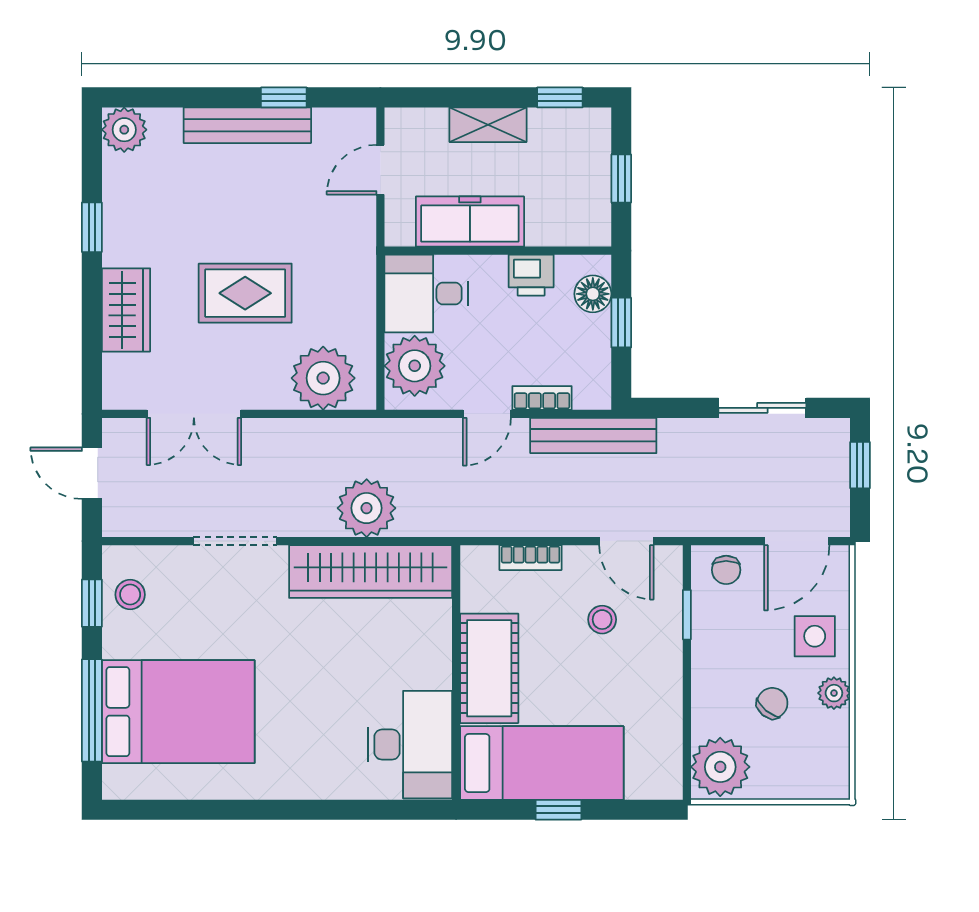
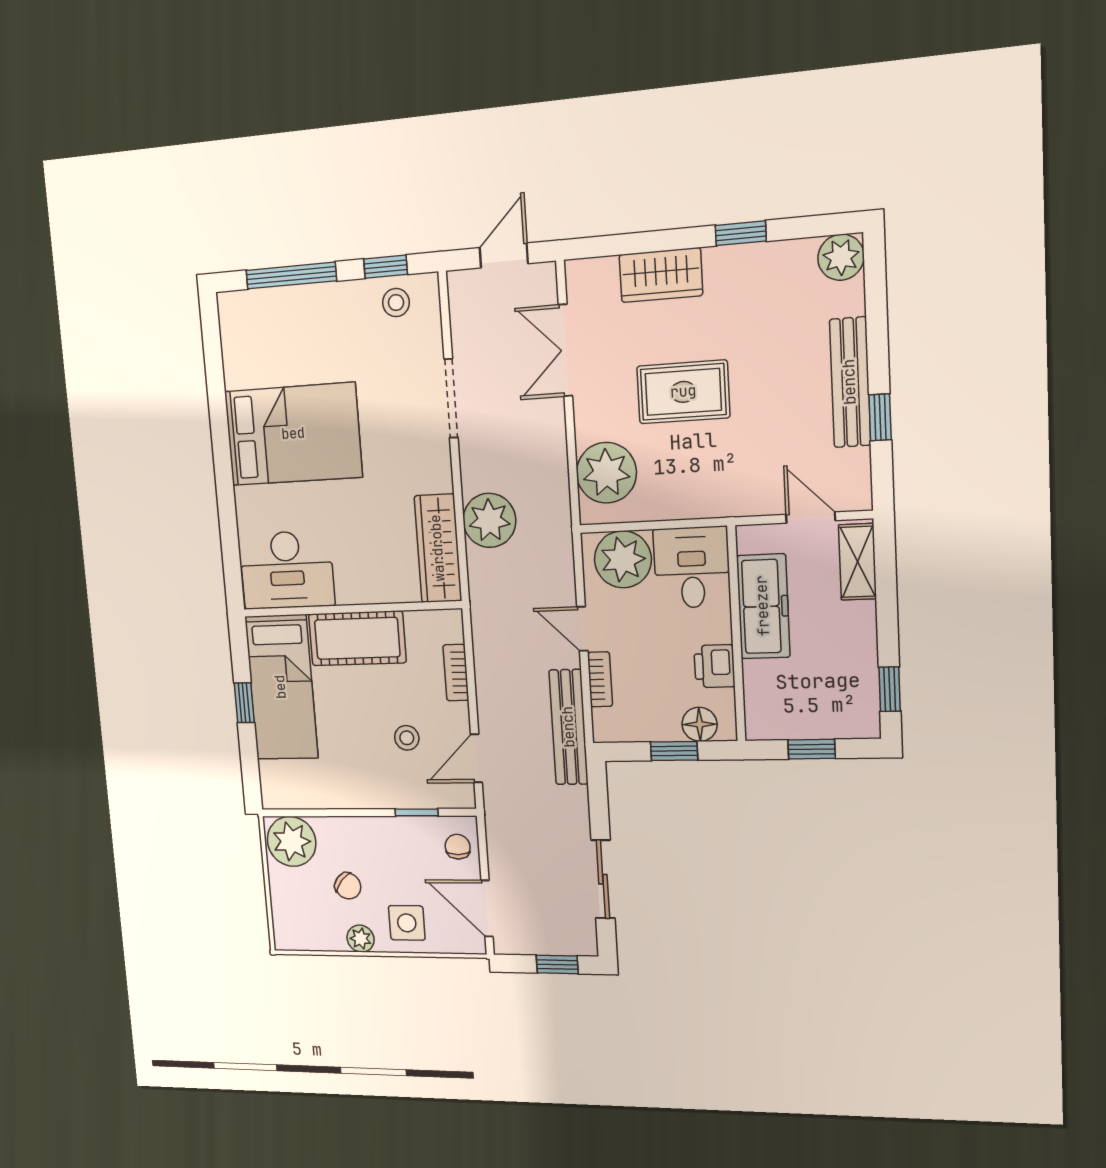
shelving: (488, 125) -> (857, 562), moved
rug: (245, 293) -> (683, 392), turned 90
chair: (726, 570) -> (458, 847), turned 90
wardrobe: (371, 572) -> (438, 548), width x0.71, depth x0.85
bed: (178, 712) -> (293, 434), moved, turned -90

